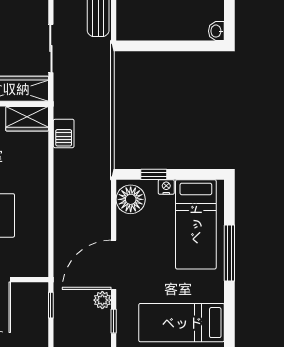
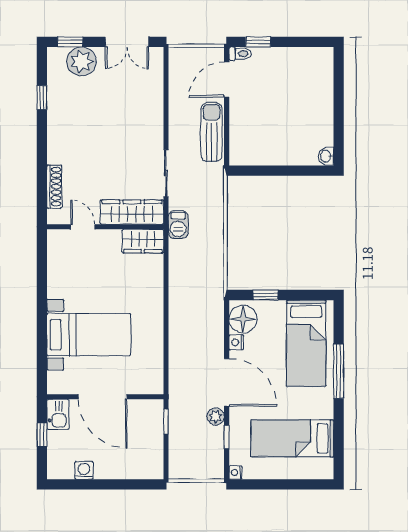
barbecue: (64, 133) -> (178, 224), moved
nightstand: (166, 187) -> (236, 342), moved, turned -90
door: (114, 265) -> (227, 382), swing flipped

